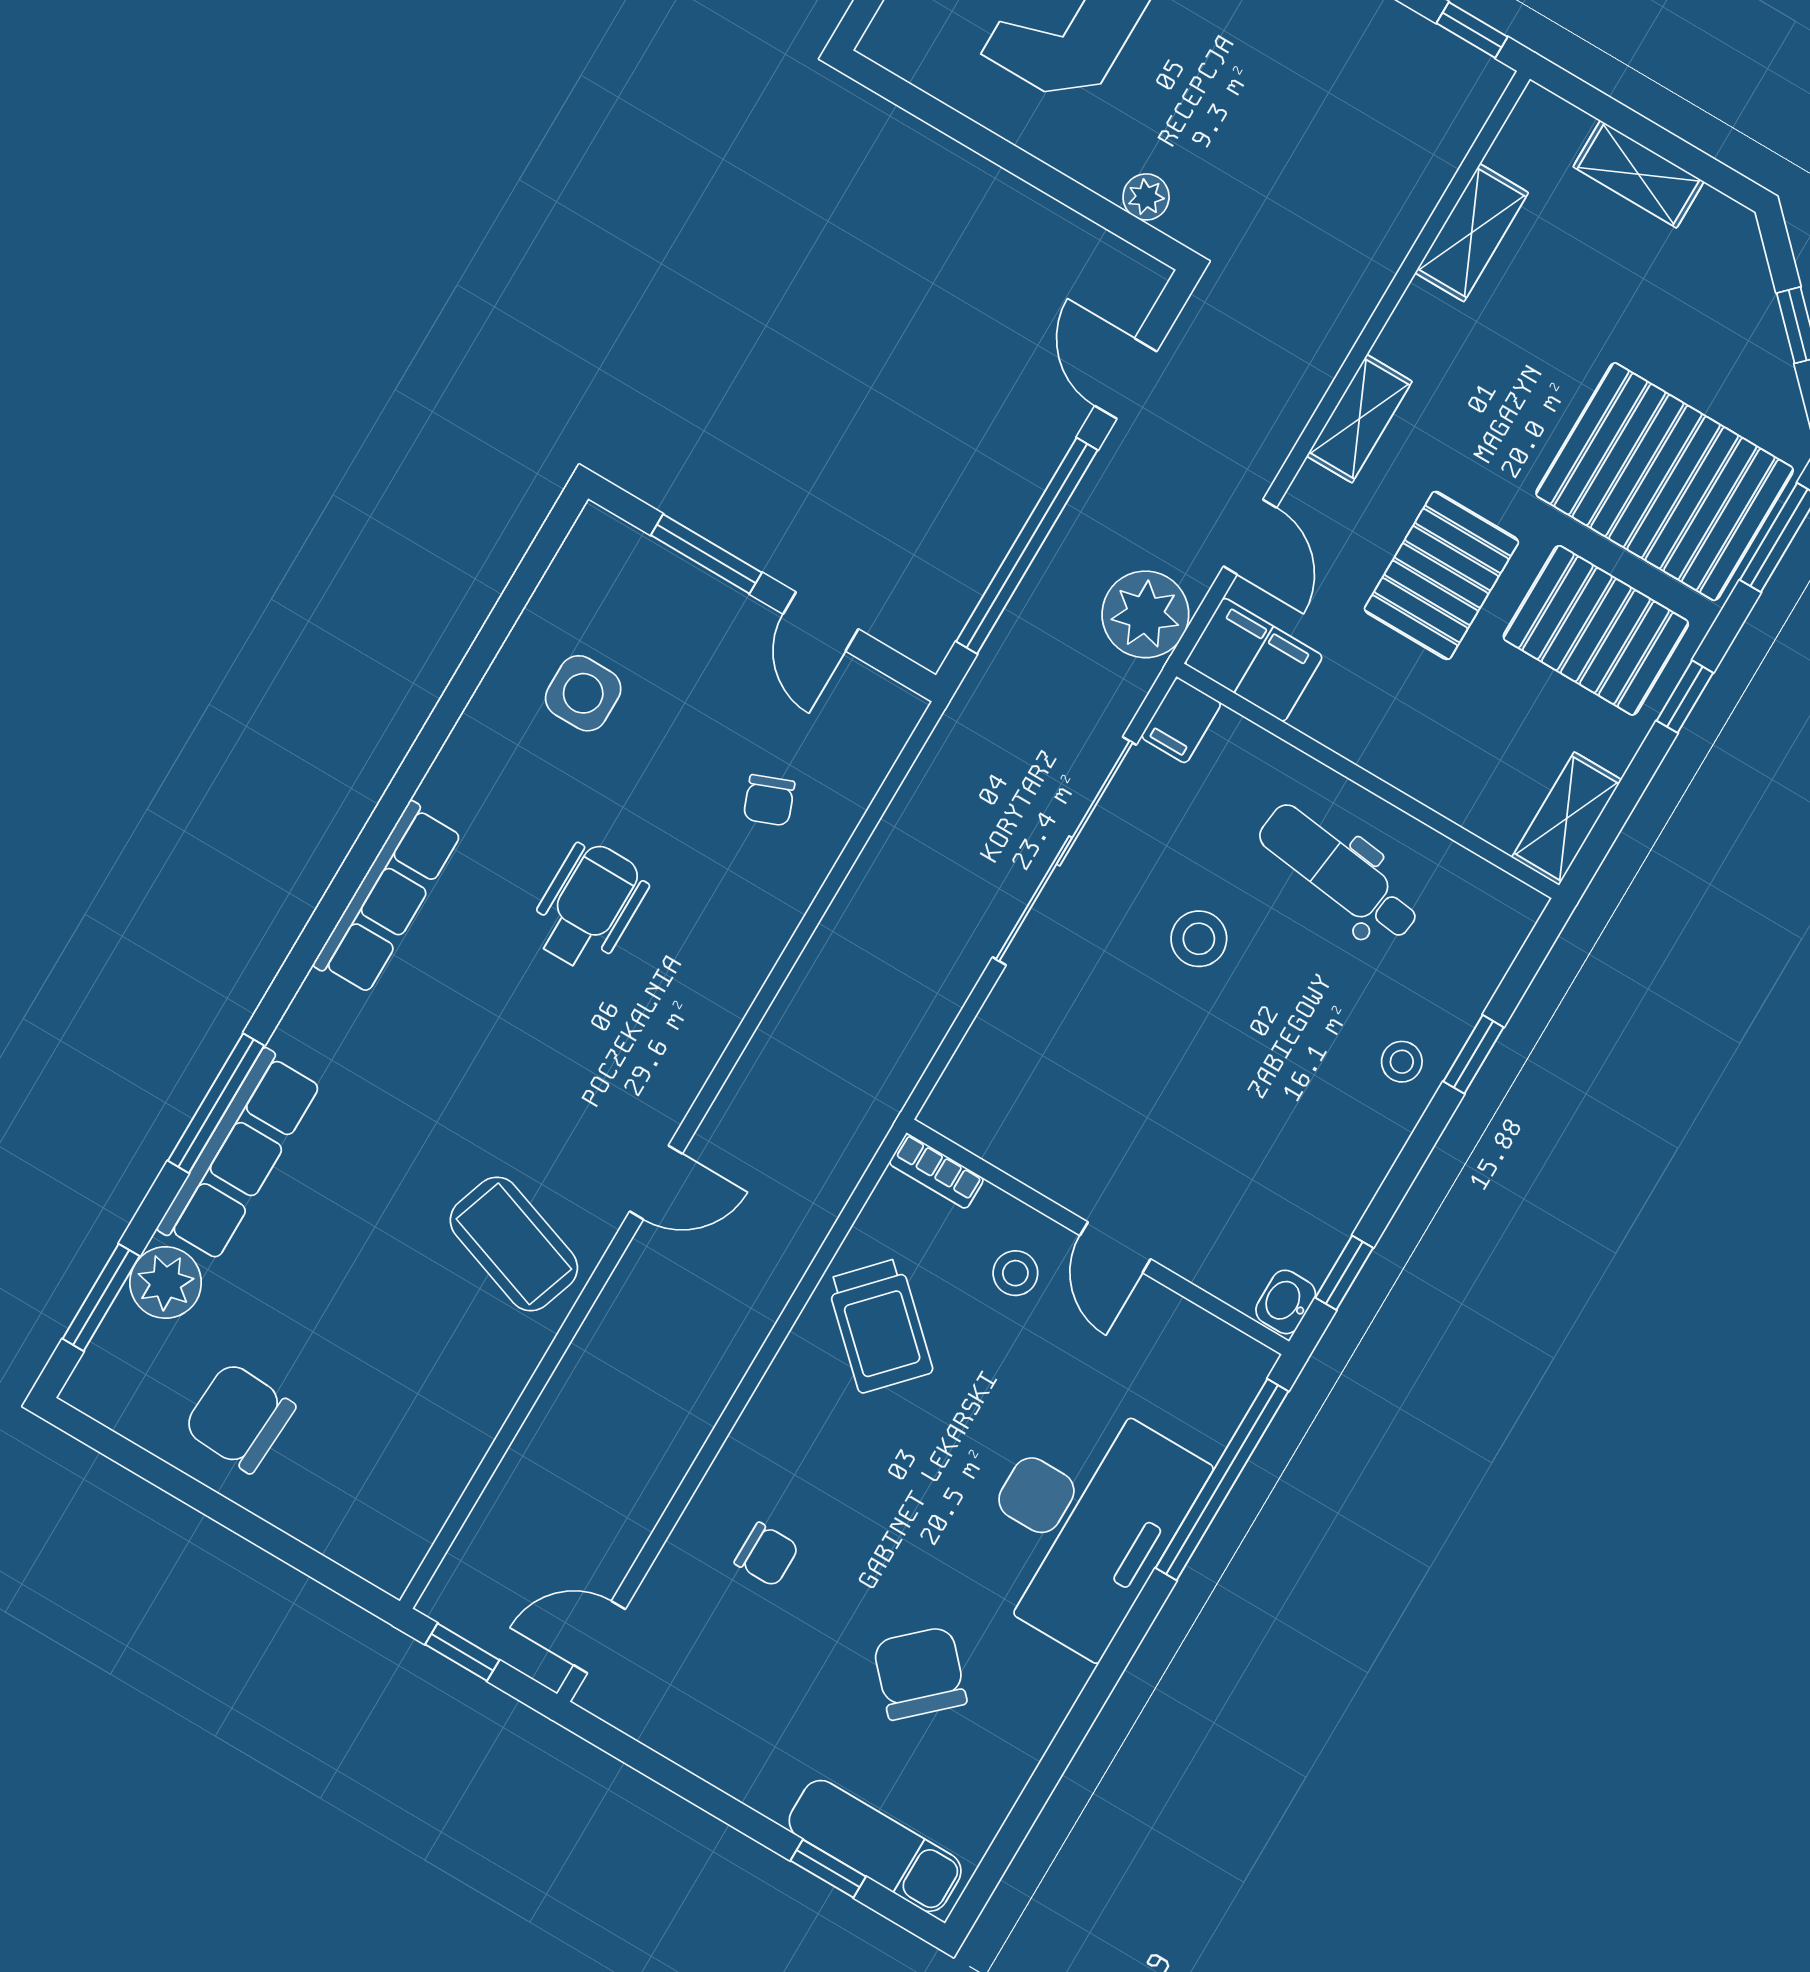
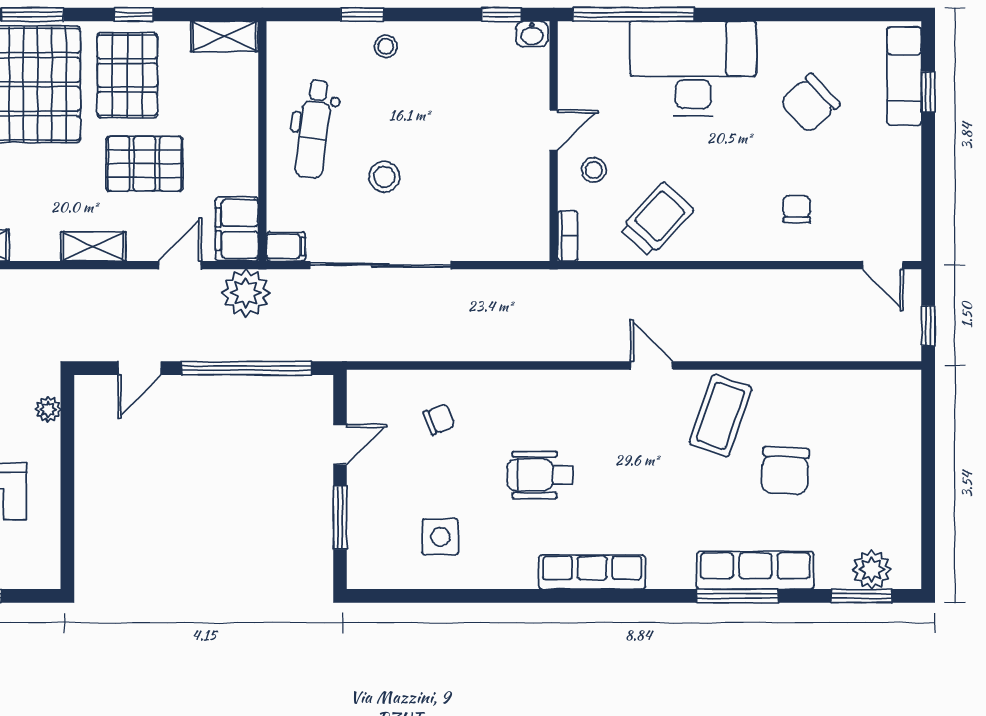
plant: (166, 1283) -> (872, 570), moved
chair: (239, 1417) -> (785, 471), moved

